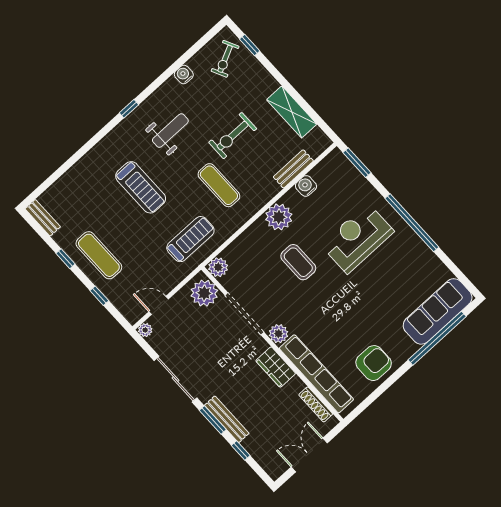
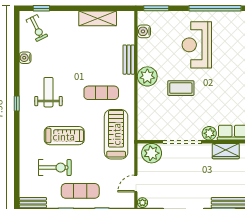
exercise bike: (233, 136) -> (55, 168), moved, turned -90
bench: (293, 169) -> (129, 60), moved
water cooler: (306, 186) -> (144, 31), moved
treadmill: (190, 239) -> (116, 134), width x1.37, depth x1.38
plant: (218, 267) -> (145, 133), removed

